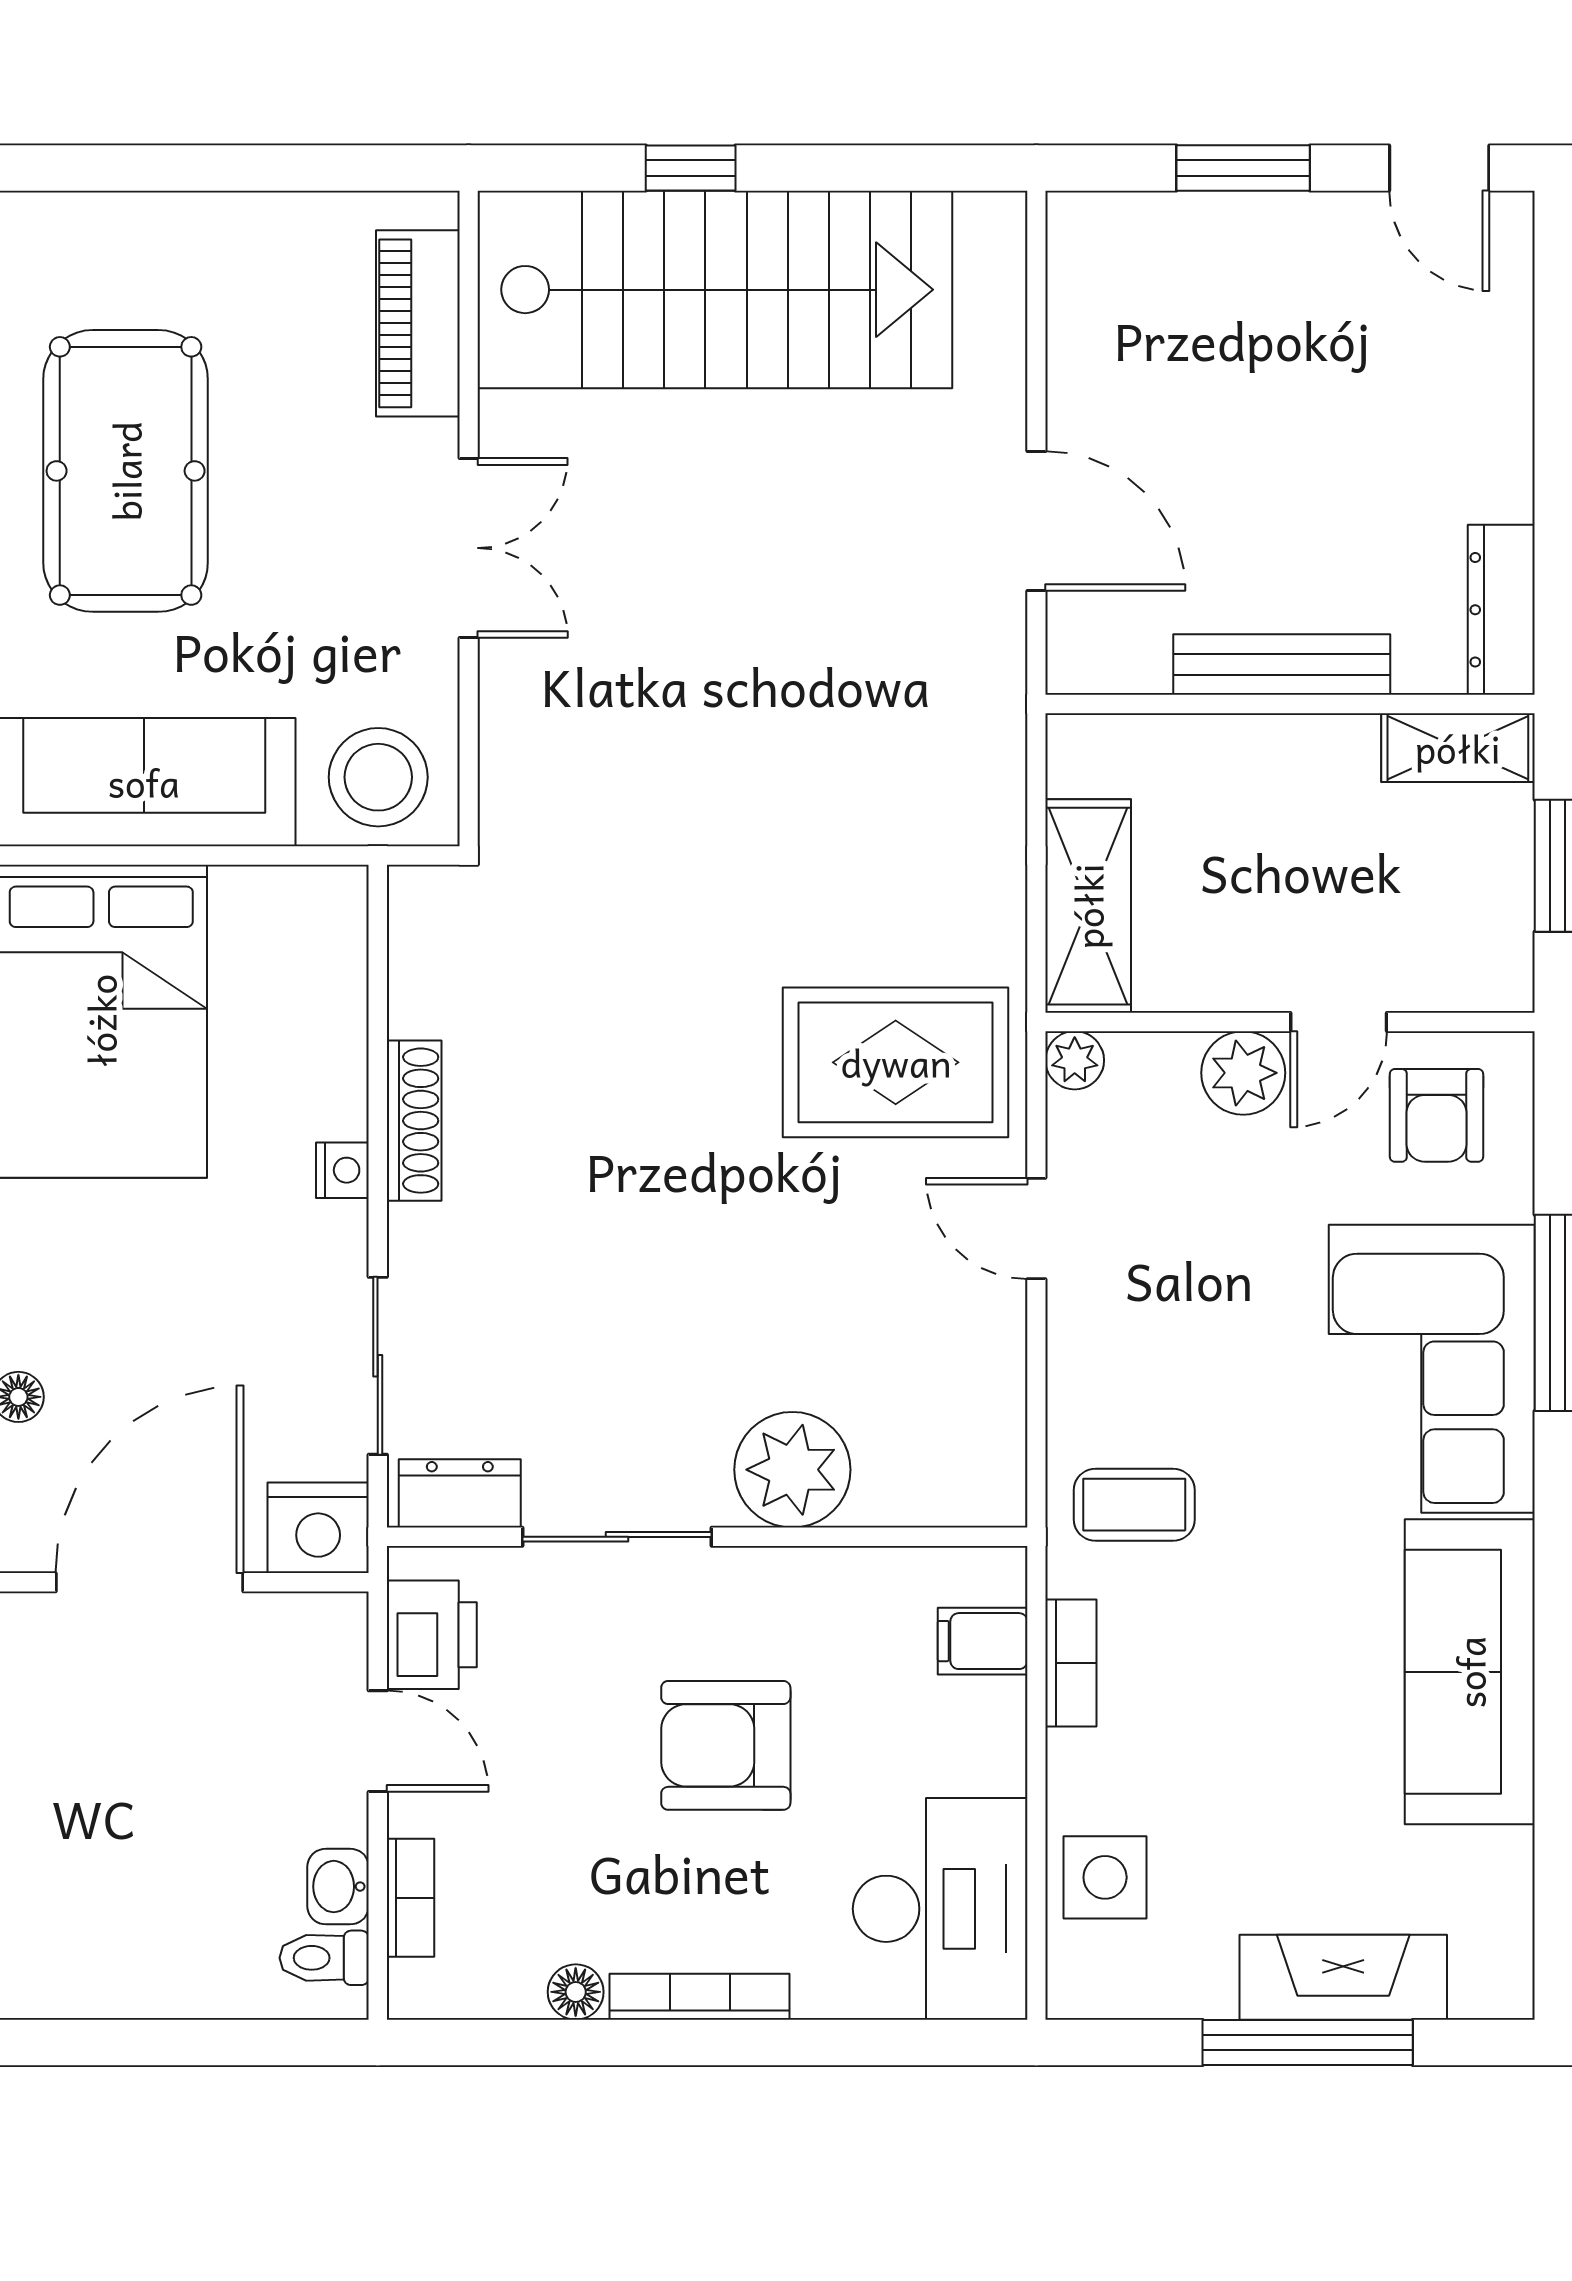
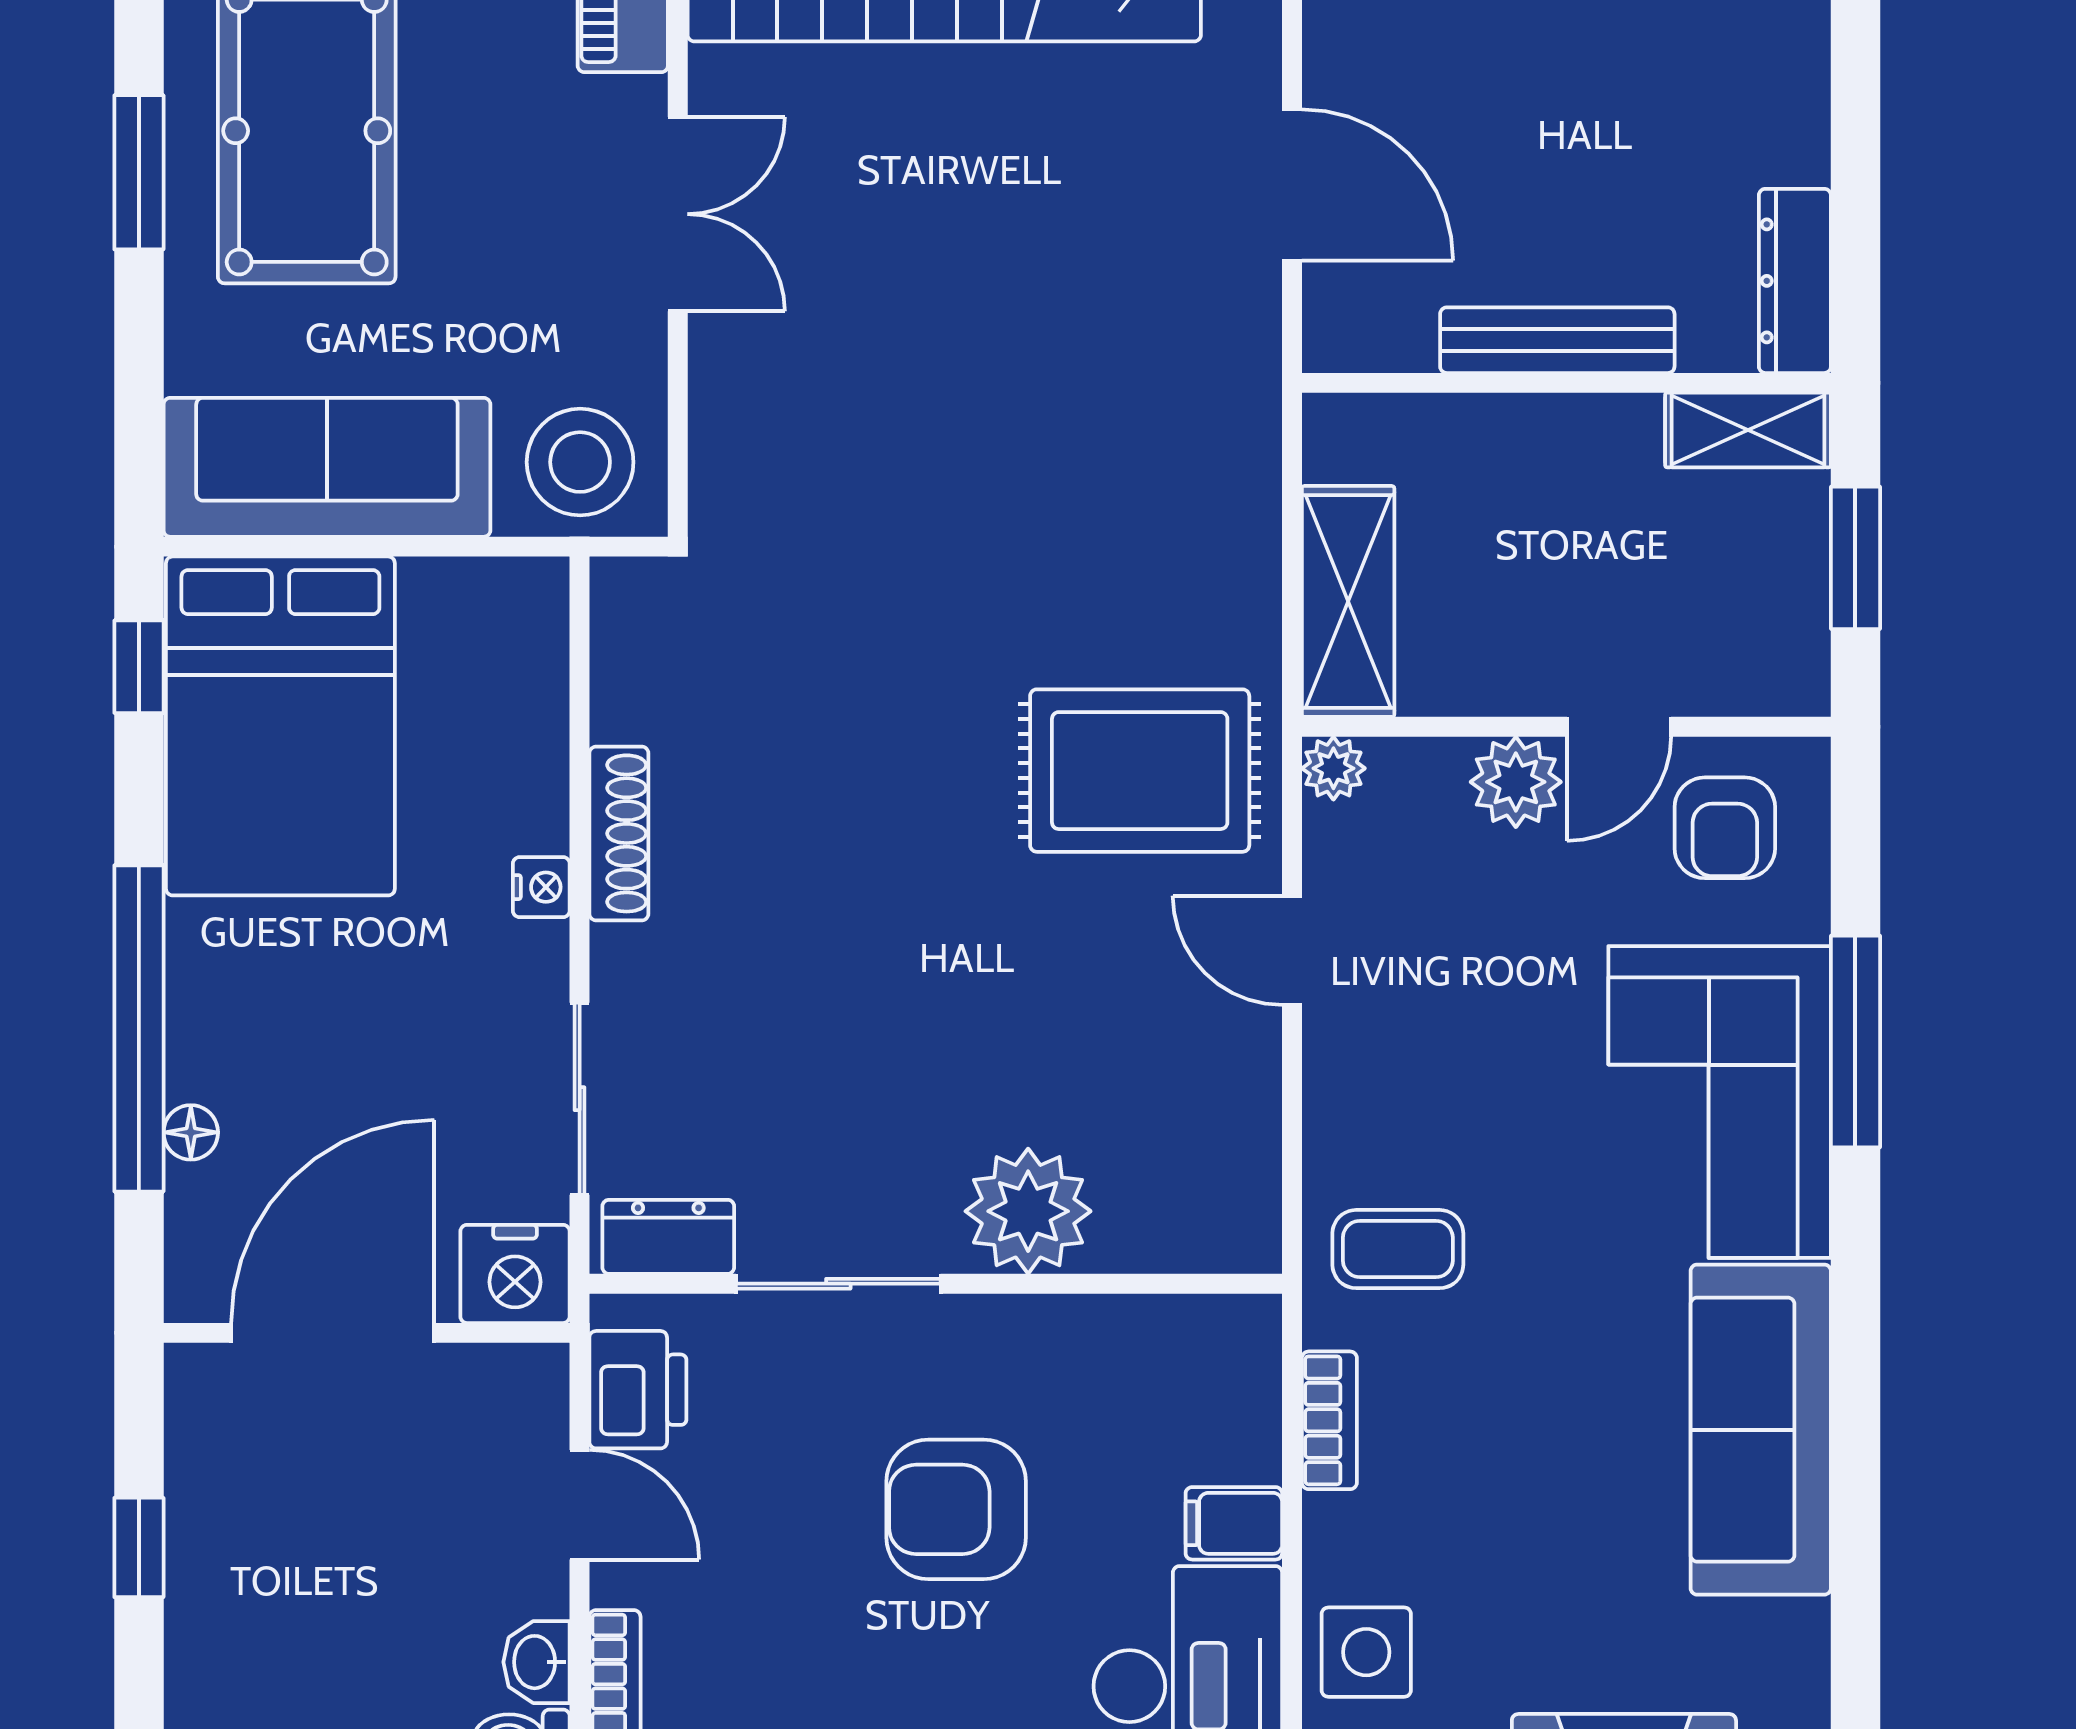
filing cabinet: (983, 1641) -> (1234, 1523), moved

